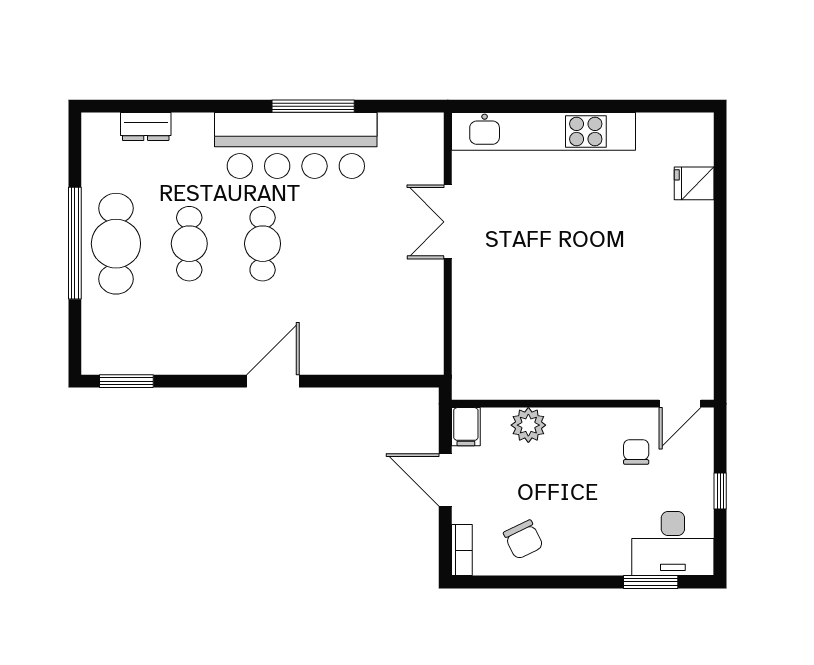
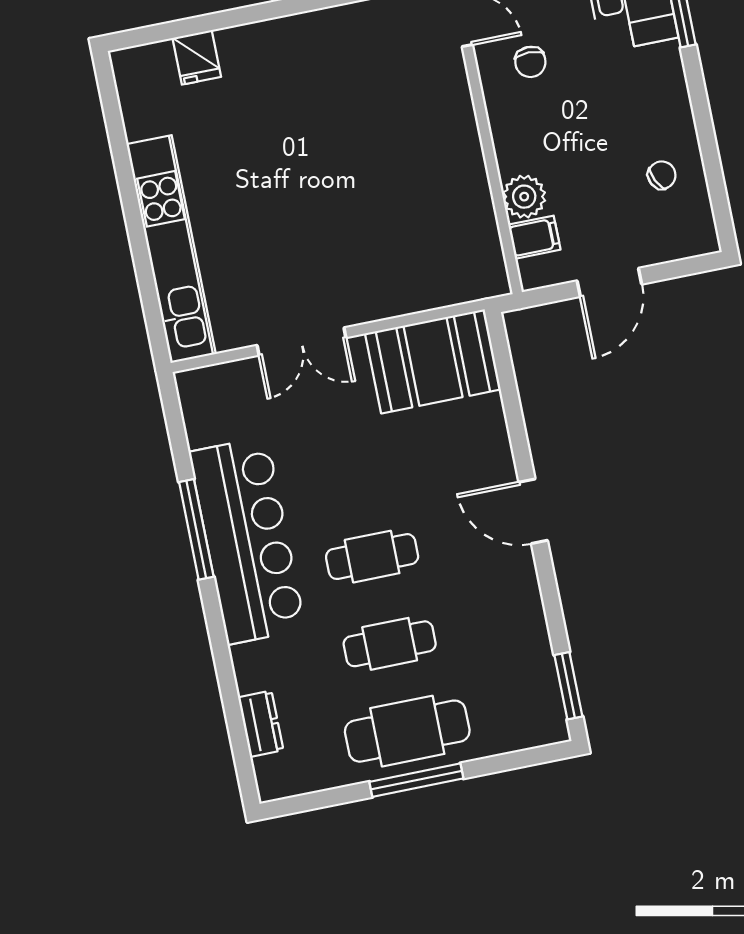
window: (75, 243) -> (416, 780), width x0.68
booth: (410, 325) -> (433, 361), added
filing cabinet: (466, 427) -> (534, 237), moved
chair: (636, 452) -> (530, 62), turned -90
chair: (523, 540) -> (662, 175), width x0.73, depth x0.73
bookcase: (462, 550) -> (689, 246), removed

